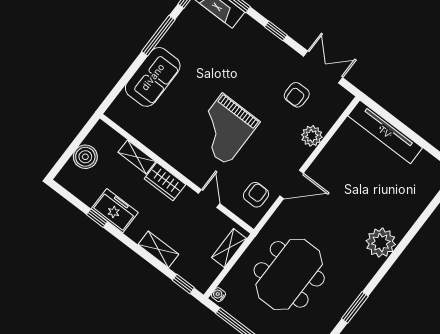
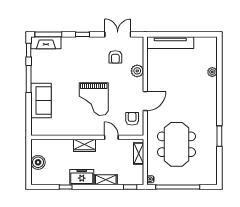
shelving: (137, 157) -> (62, 144), removed
freezer: (115, 211) -> (82, 177), moved
plant: (381, 243) -> (212, 72), moved, width x0.53, depth x0.53

